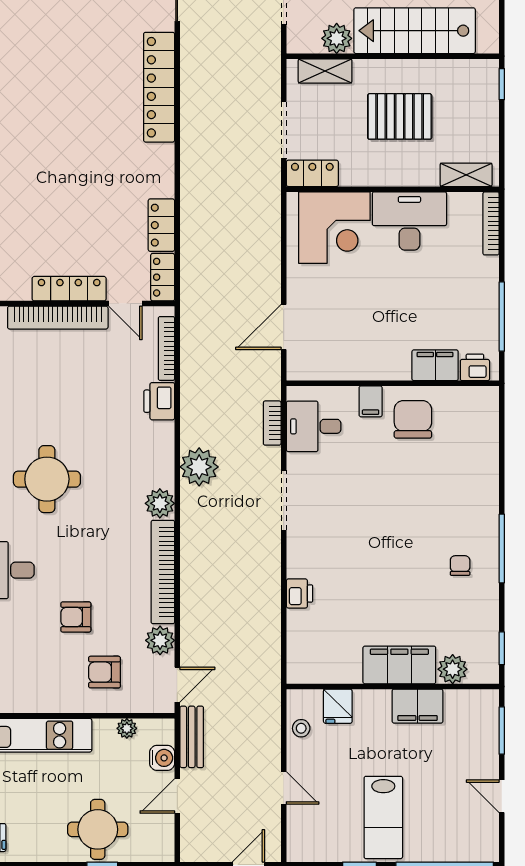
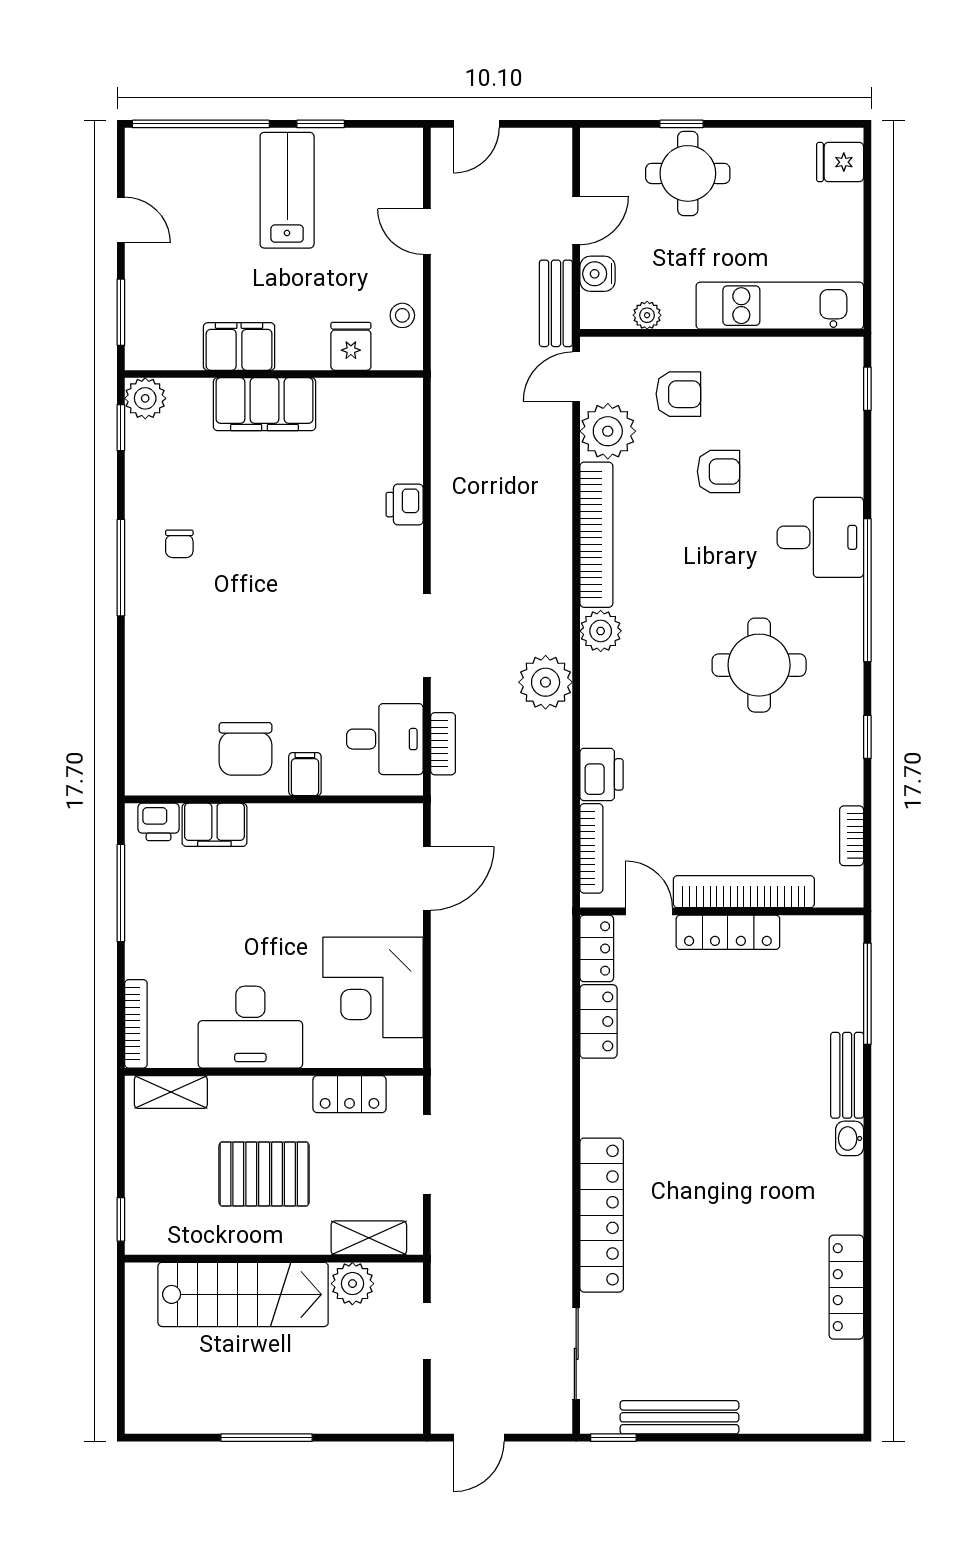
locker: (312, 173) -> (349, 1094), moved
corner desk: (334, 228) -> (373, 987), moved, turned -90
plant: (160, 640) -> (608, 431), width x1.36, depth x1.36
plant: (453, 669) -> (145, 398), moved

